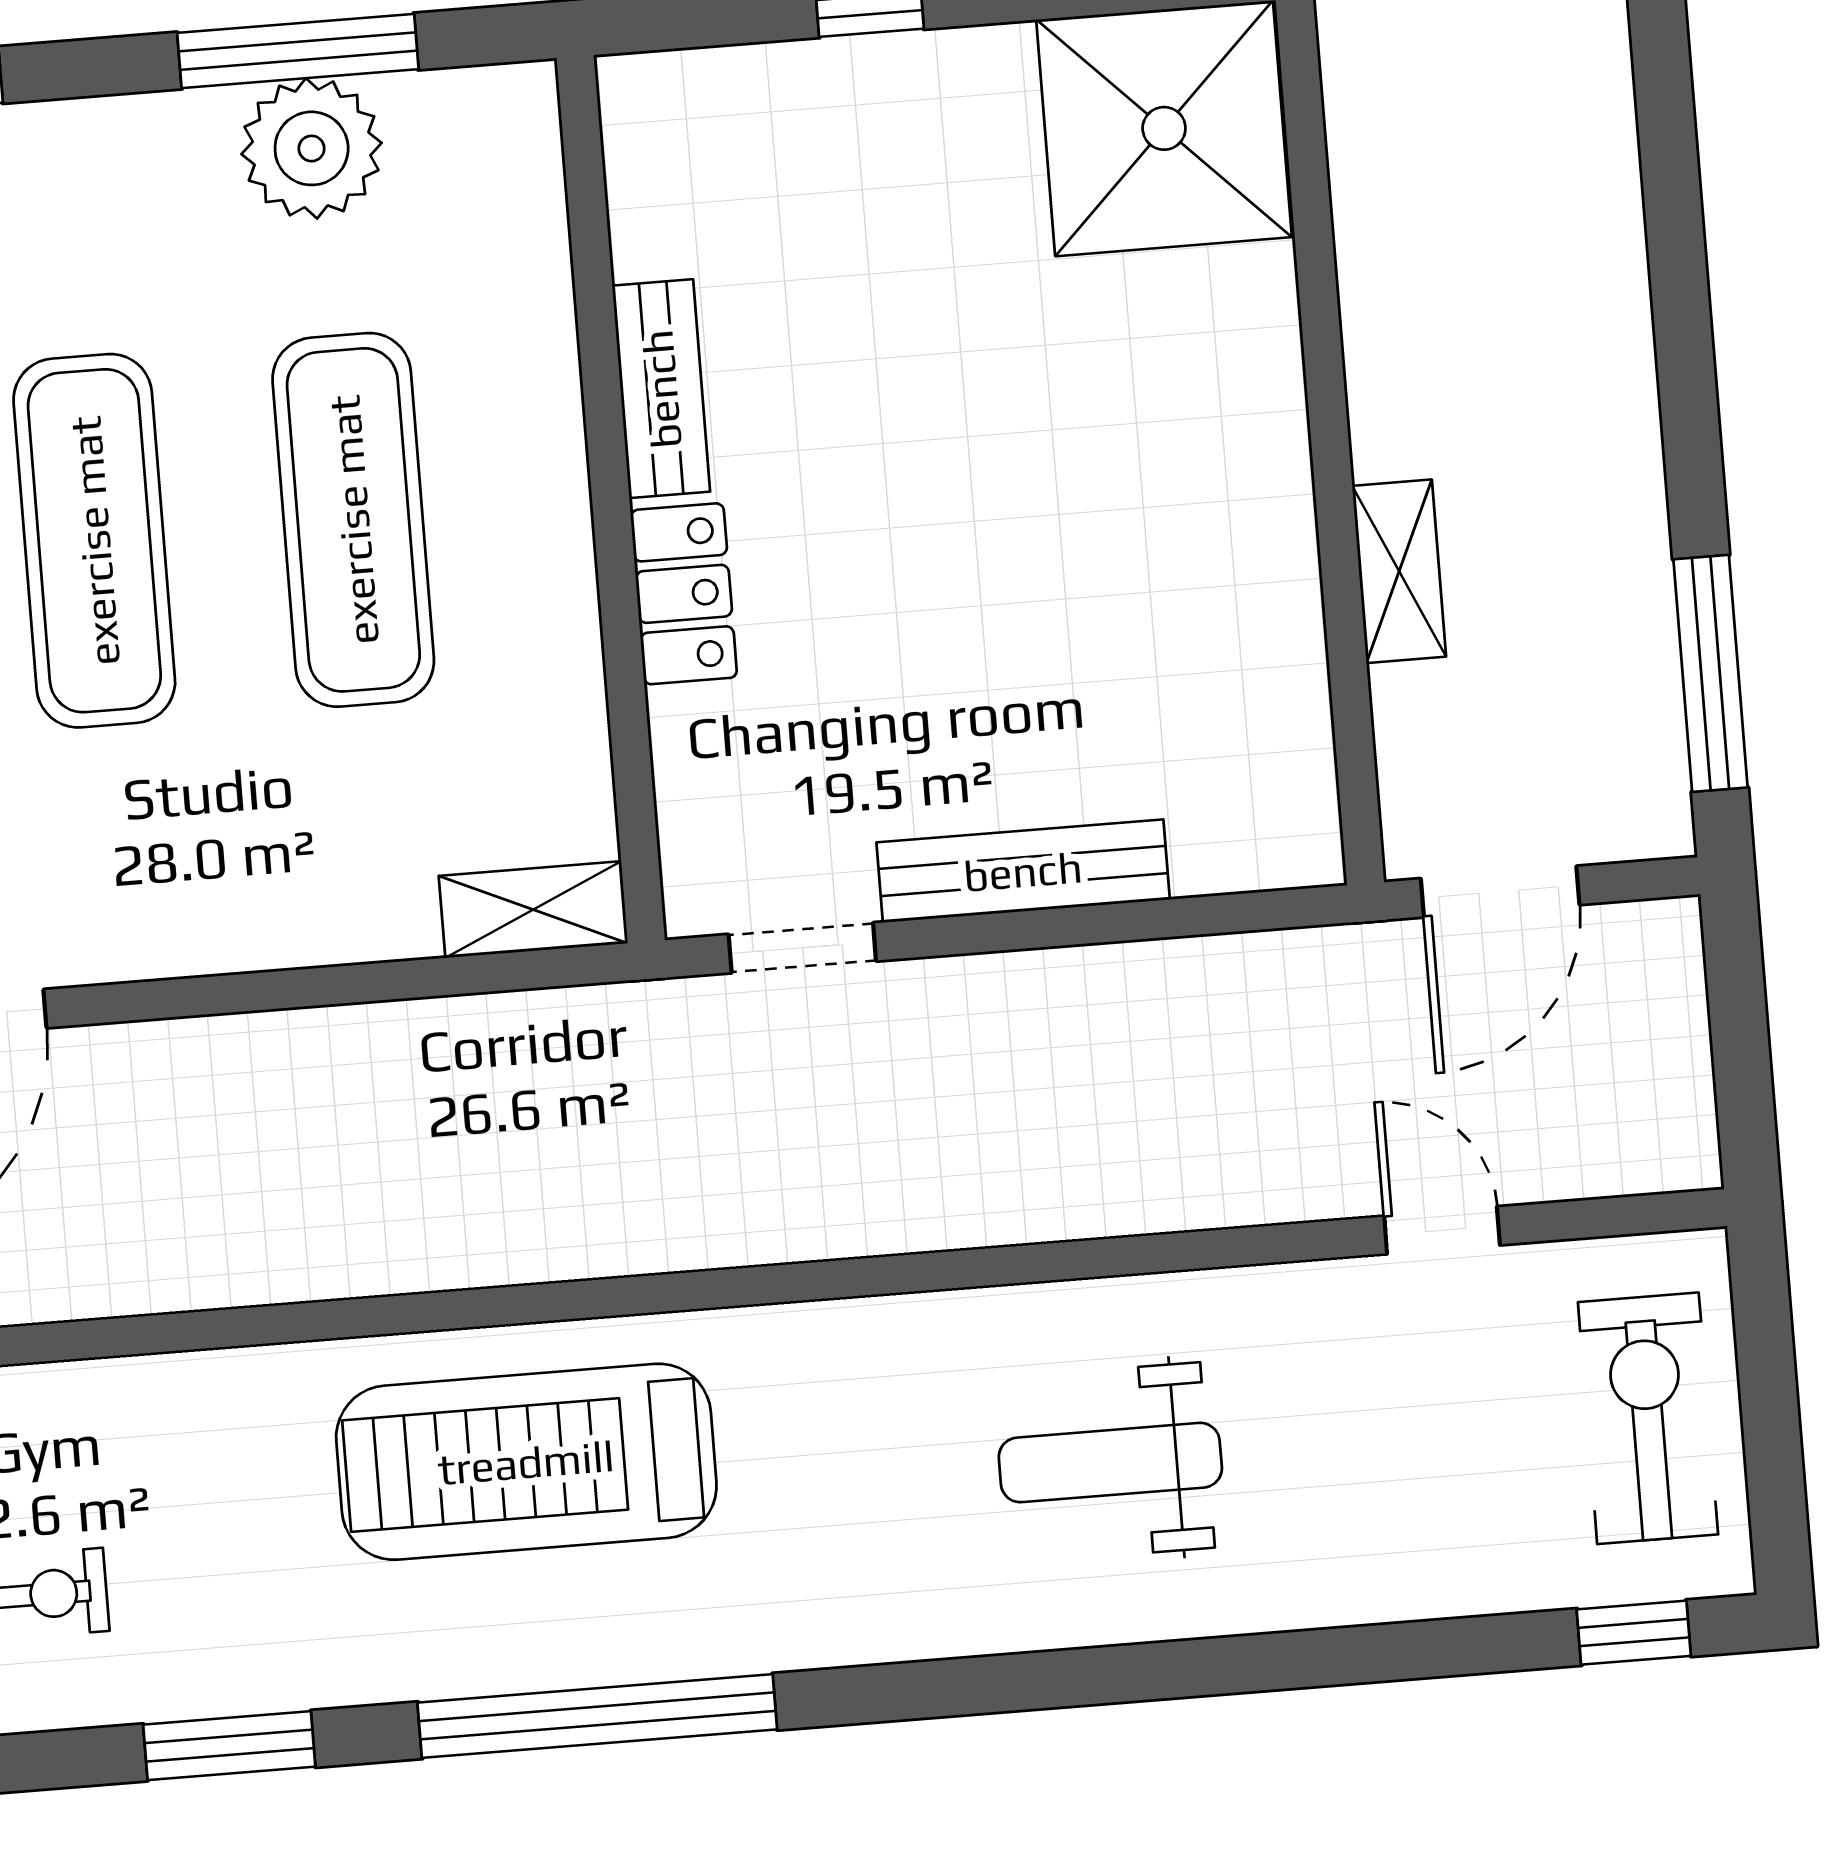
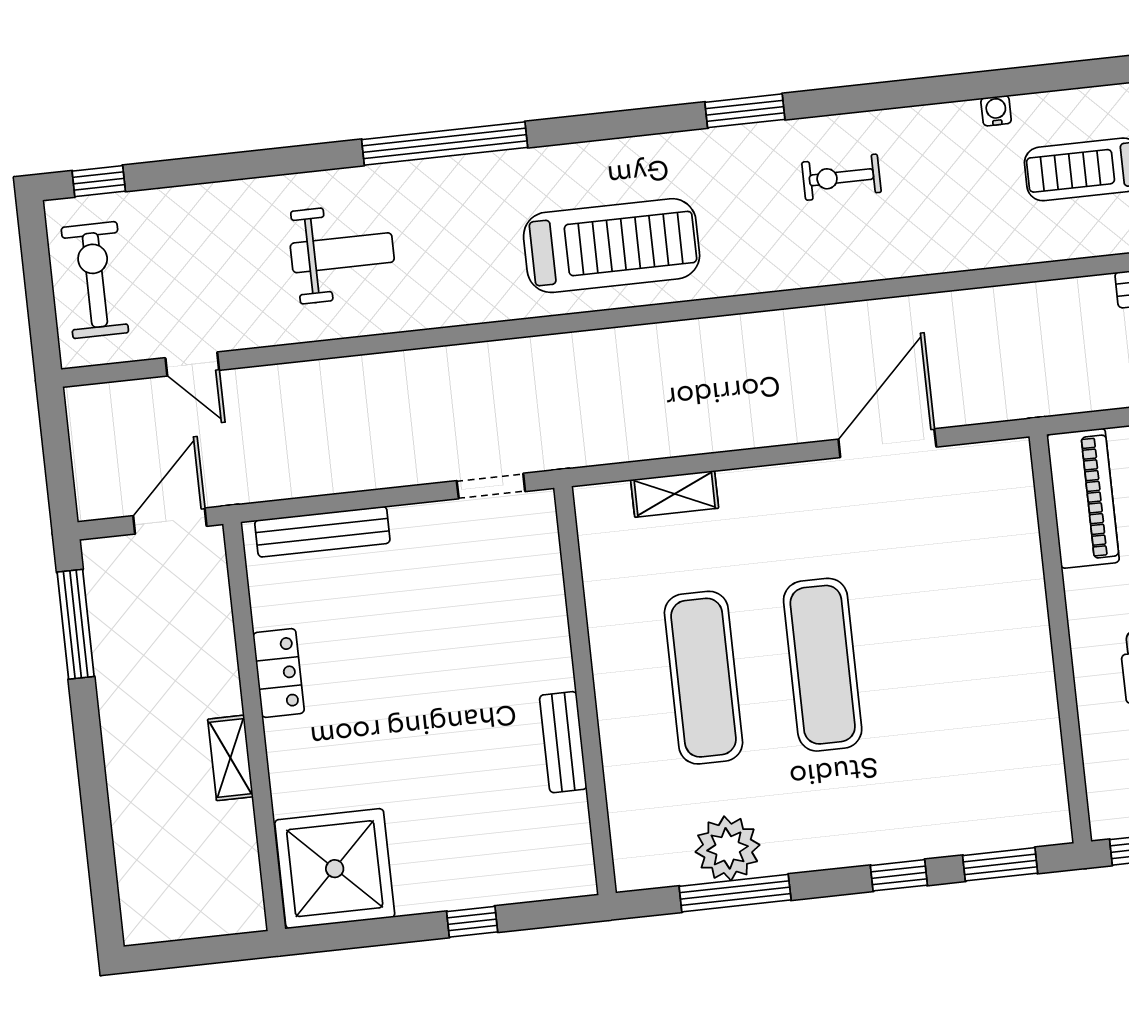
shelving: (1399, 571) -> (230, 758), moved
locker: (684, 594) -> (279, 673), moved, turned 180
bench: (1023, 871) -> (322, 532), moved
shelving: (533, 910) -> (675, 494), moved
exercise bike: (1648, 1418) -> (95, 280), turned 180
window: (597, 1716) -> (445, 143), moved

